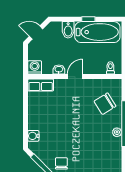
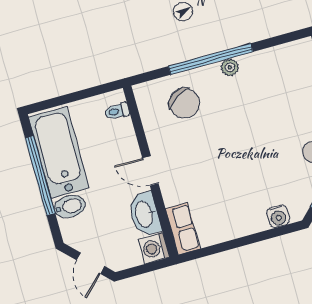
window: (88, 19) -> (40, 176), width x3.17
washbasin: (59, 69) -> (145, 214), width x1.91, depth x1.45

